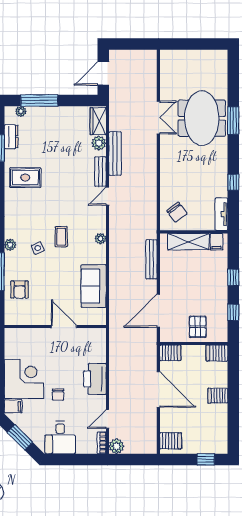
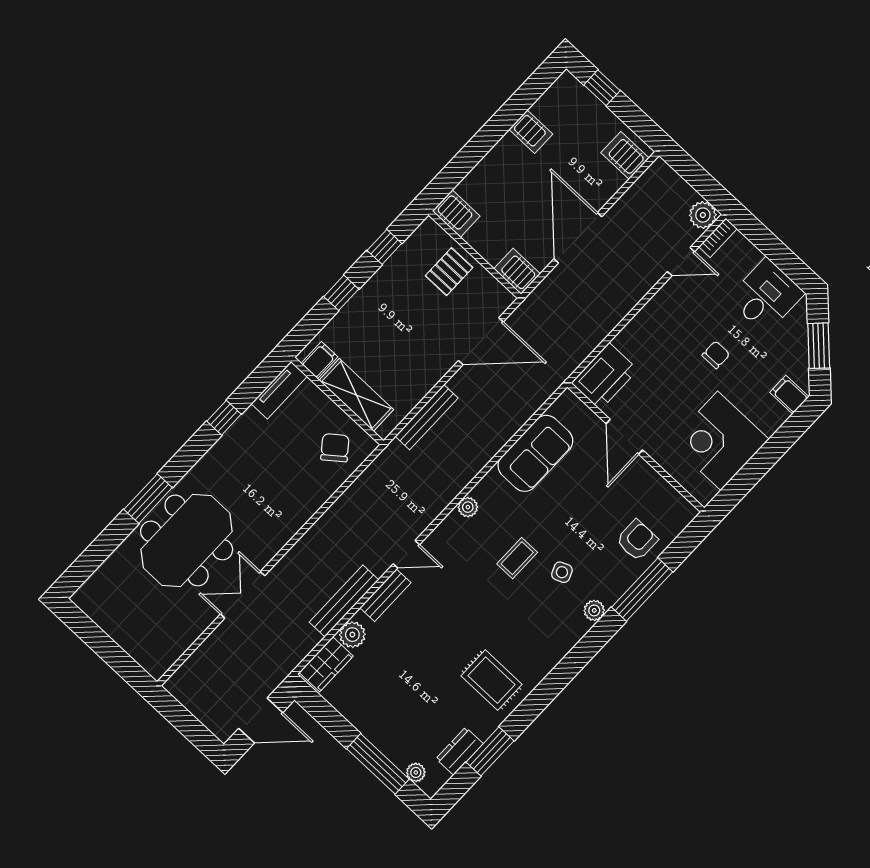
corner desk: (24, 379) -> (719, 441), moved
printer: (95, 379) -> (604, 376), moved
server rack: (218, 396) -> (531, 132), moved

